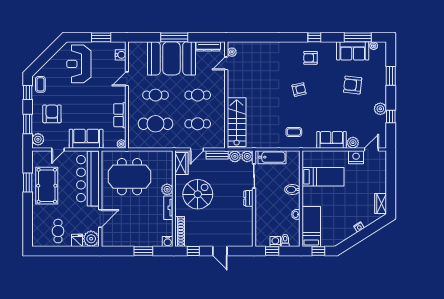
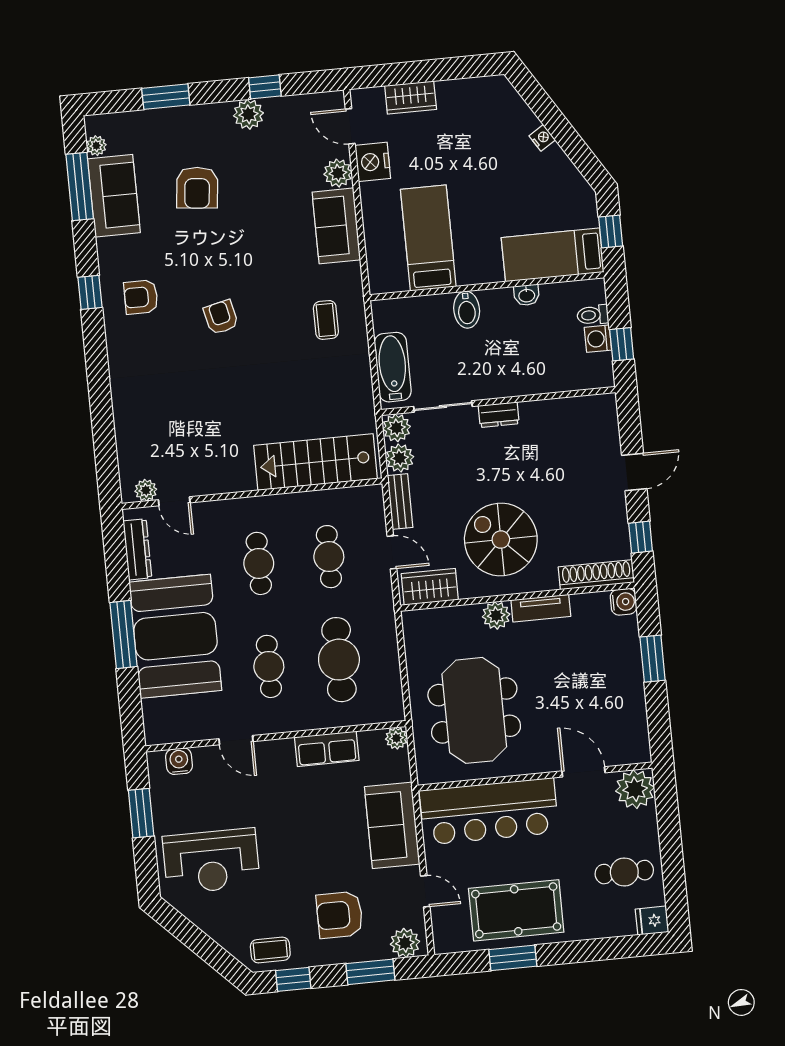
armchair: (310, 58) -> (141, 297), turned 90
wardrobe: (381, 204) -> (411, 98), moved
fridge: (77, 240) -> (652, 921), moved

